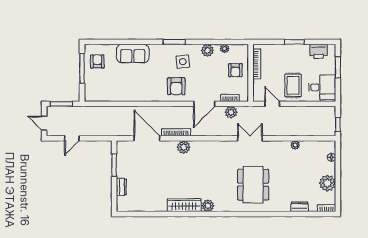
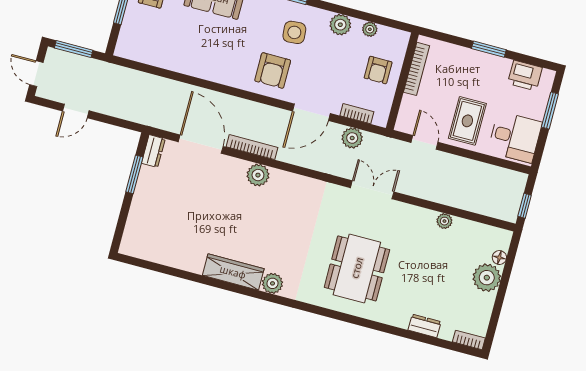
plant: (327, 183) -> (487, 278), moved
dresser: (121, 187) -> (153, 151), moved

